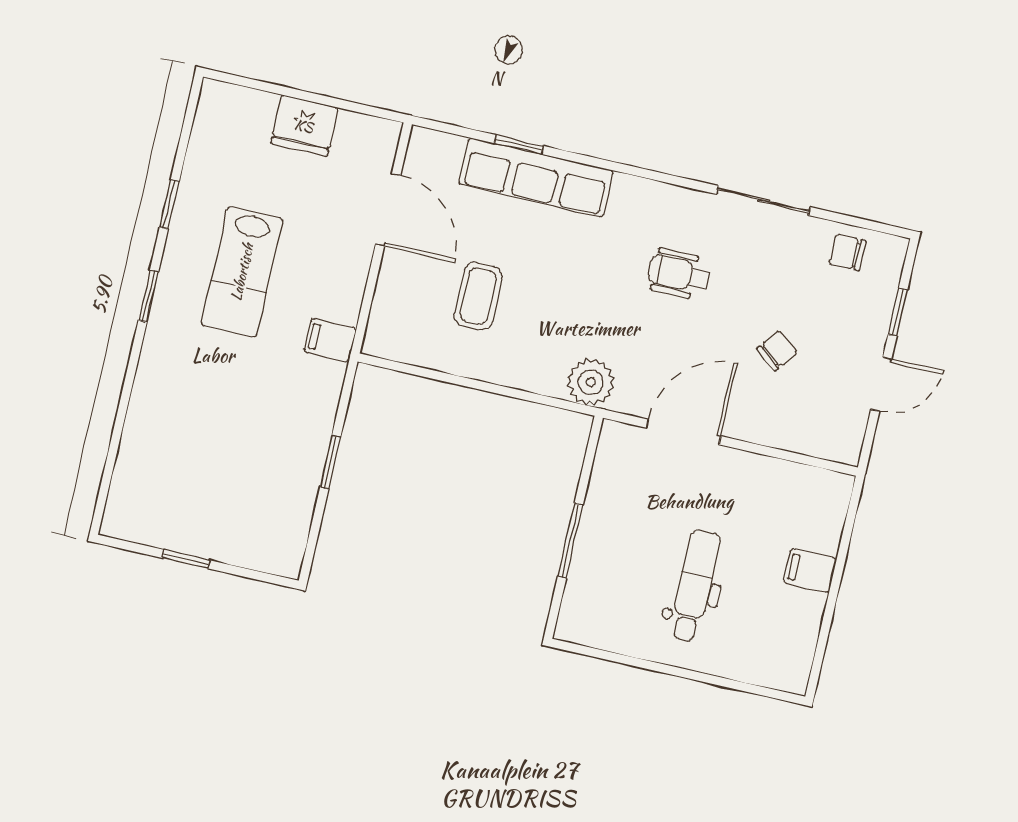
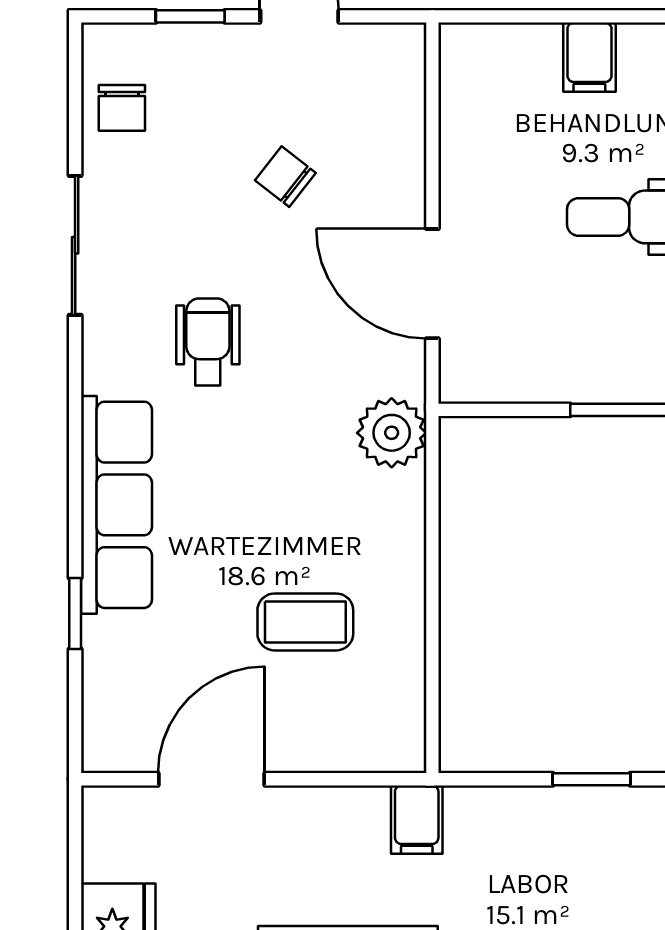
row of seats: (536, 177) -> (117, 505), moved
wheelchair: (679, 274) -> (208, 342), turned 180

